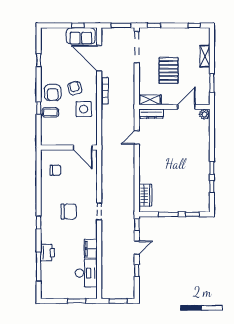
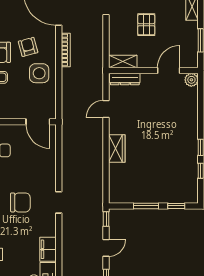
pallet: (169, 71) -> (146, 25), width x0.67, depth x0.71
wardrobe: (145, 195) -> (117, 149), moved

